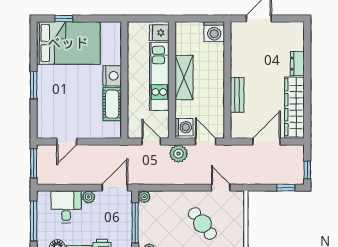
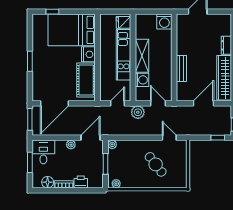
bed: (68, 43) -> (72, 30), moved, turned 180
cot: (112, 104) -> (86, 80), width x1.37, depth x1.34
washing machine: (184, 127) -> (142, 80), moved
door: (67, 142) -> (55, 103), width x1.88
door: (151, 142) -> (118, 103), hinge flipped
desk: (66, 207) -> (43, 152), moved
window: (34, 221) -> (30, 162), width x0.69
window: (135, 223) -> (106, 164), width x0.69

